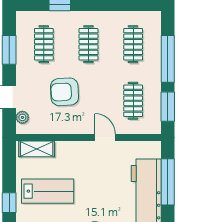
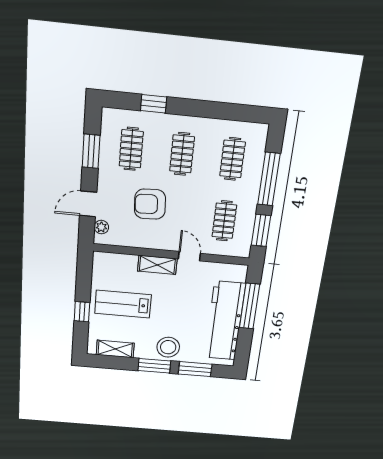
shelving: (37, 149) -> (157, 265), moved
lab bench: (48, 191) -> (123, 304), turned 180

